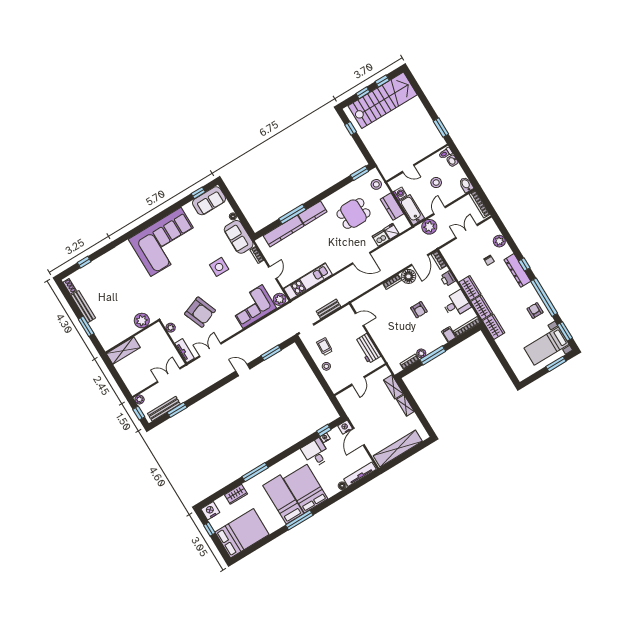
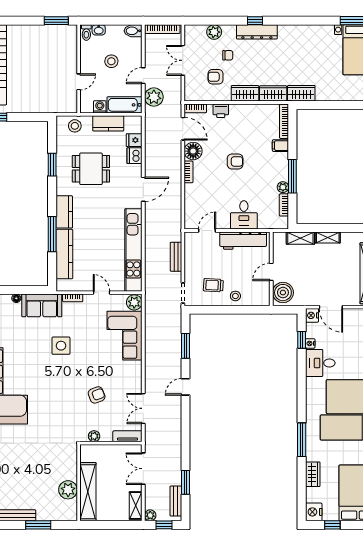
window: (360, 173) -> (52, 165), moved
door: (440, 211) -> (143, 76), hinge flipped
dining table: (353, 214) -> (91, 169), turned 90
kitchen unit: (308, 281) -> (133, 250), width x1.36
window: (544, 297) -> (303, 21), removed
desk: (456, 304) -> (244, 215), moved, turned 180
armchair: (535, 311) -> (216, 77), moved
armchair: (200, 312) -> (97, 395), width x0.53, depth x0.53
plant: (142, 321) -> (68, 490), moved
workbench: (368, 348) -> (243, 241), width x1.38
shelving: (123, 351) -> (88, 492), width x1.47
door: (358, 381) -> (271, 272), swing flipped
shelving: (140, 385) -> (136, 506), added
boiler: (349, 398) -> (283, 293), added
bench: (164, 409) -> (176, 501), width x0.73

